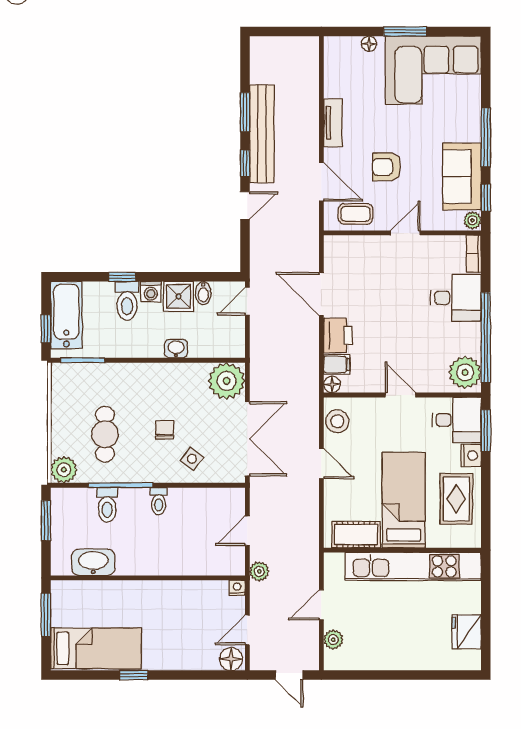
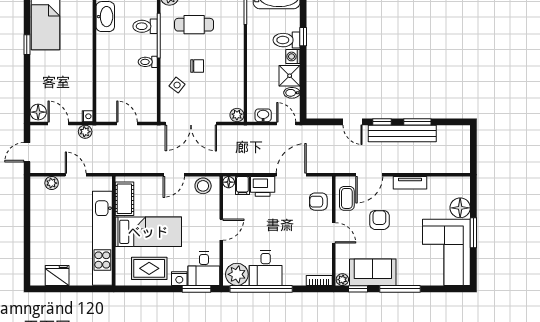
floor lamp: (369, 44) -> (460, 208), width x1.89, depth x1.89
armchair: (360, 255) -> (318, 202), added
desk: (456, 298) -> (266, 268), moved
washbasin: (176, 349) -> (263, 115), moved, turned -90
plant: (227, 381) -> (237, 115), width x0.53, depth x0.53
plant: (259, 571) -> (85, 132), moved

